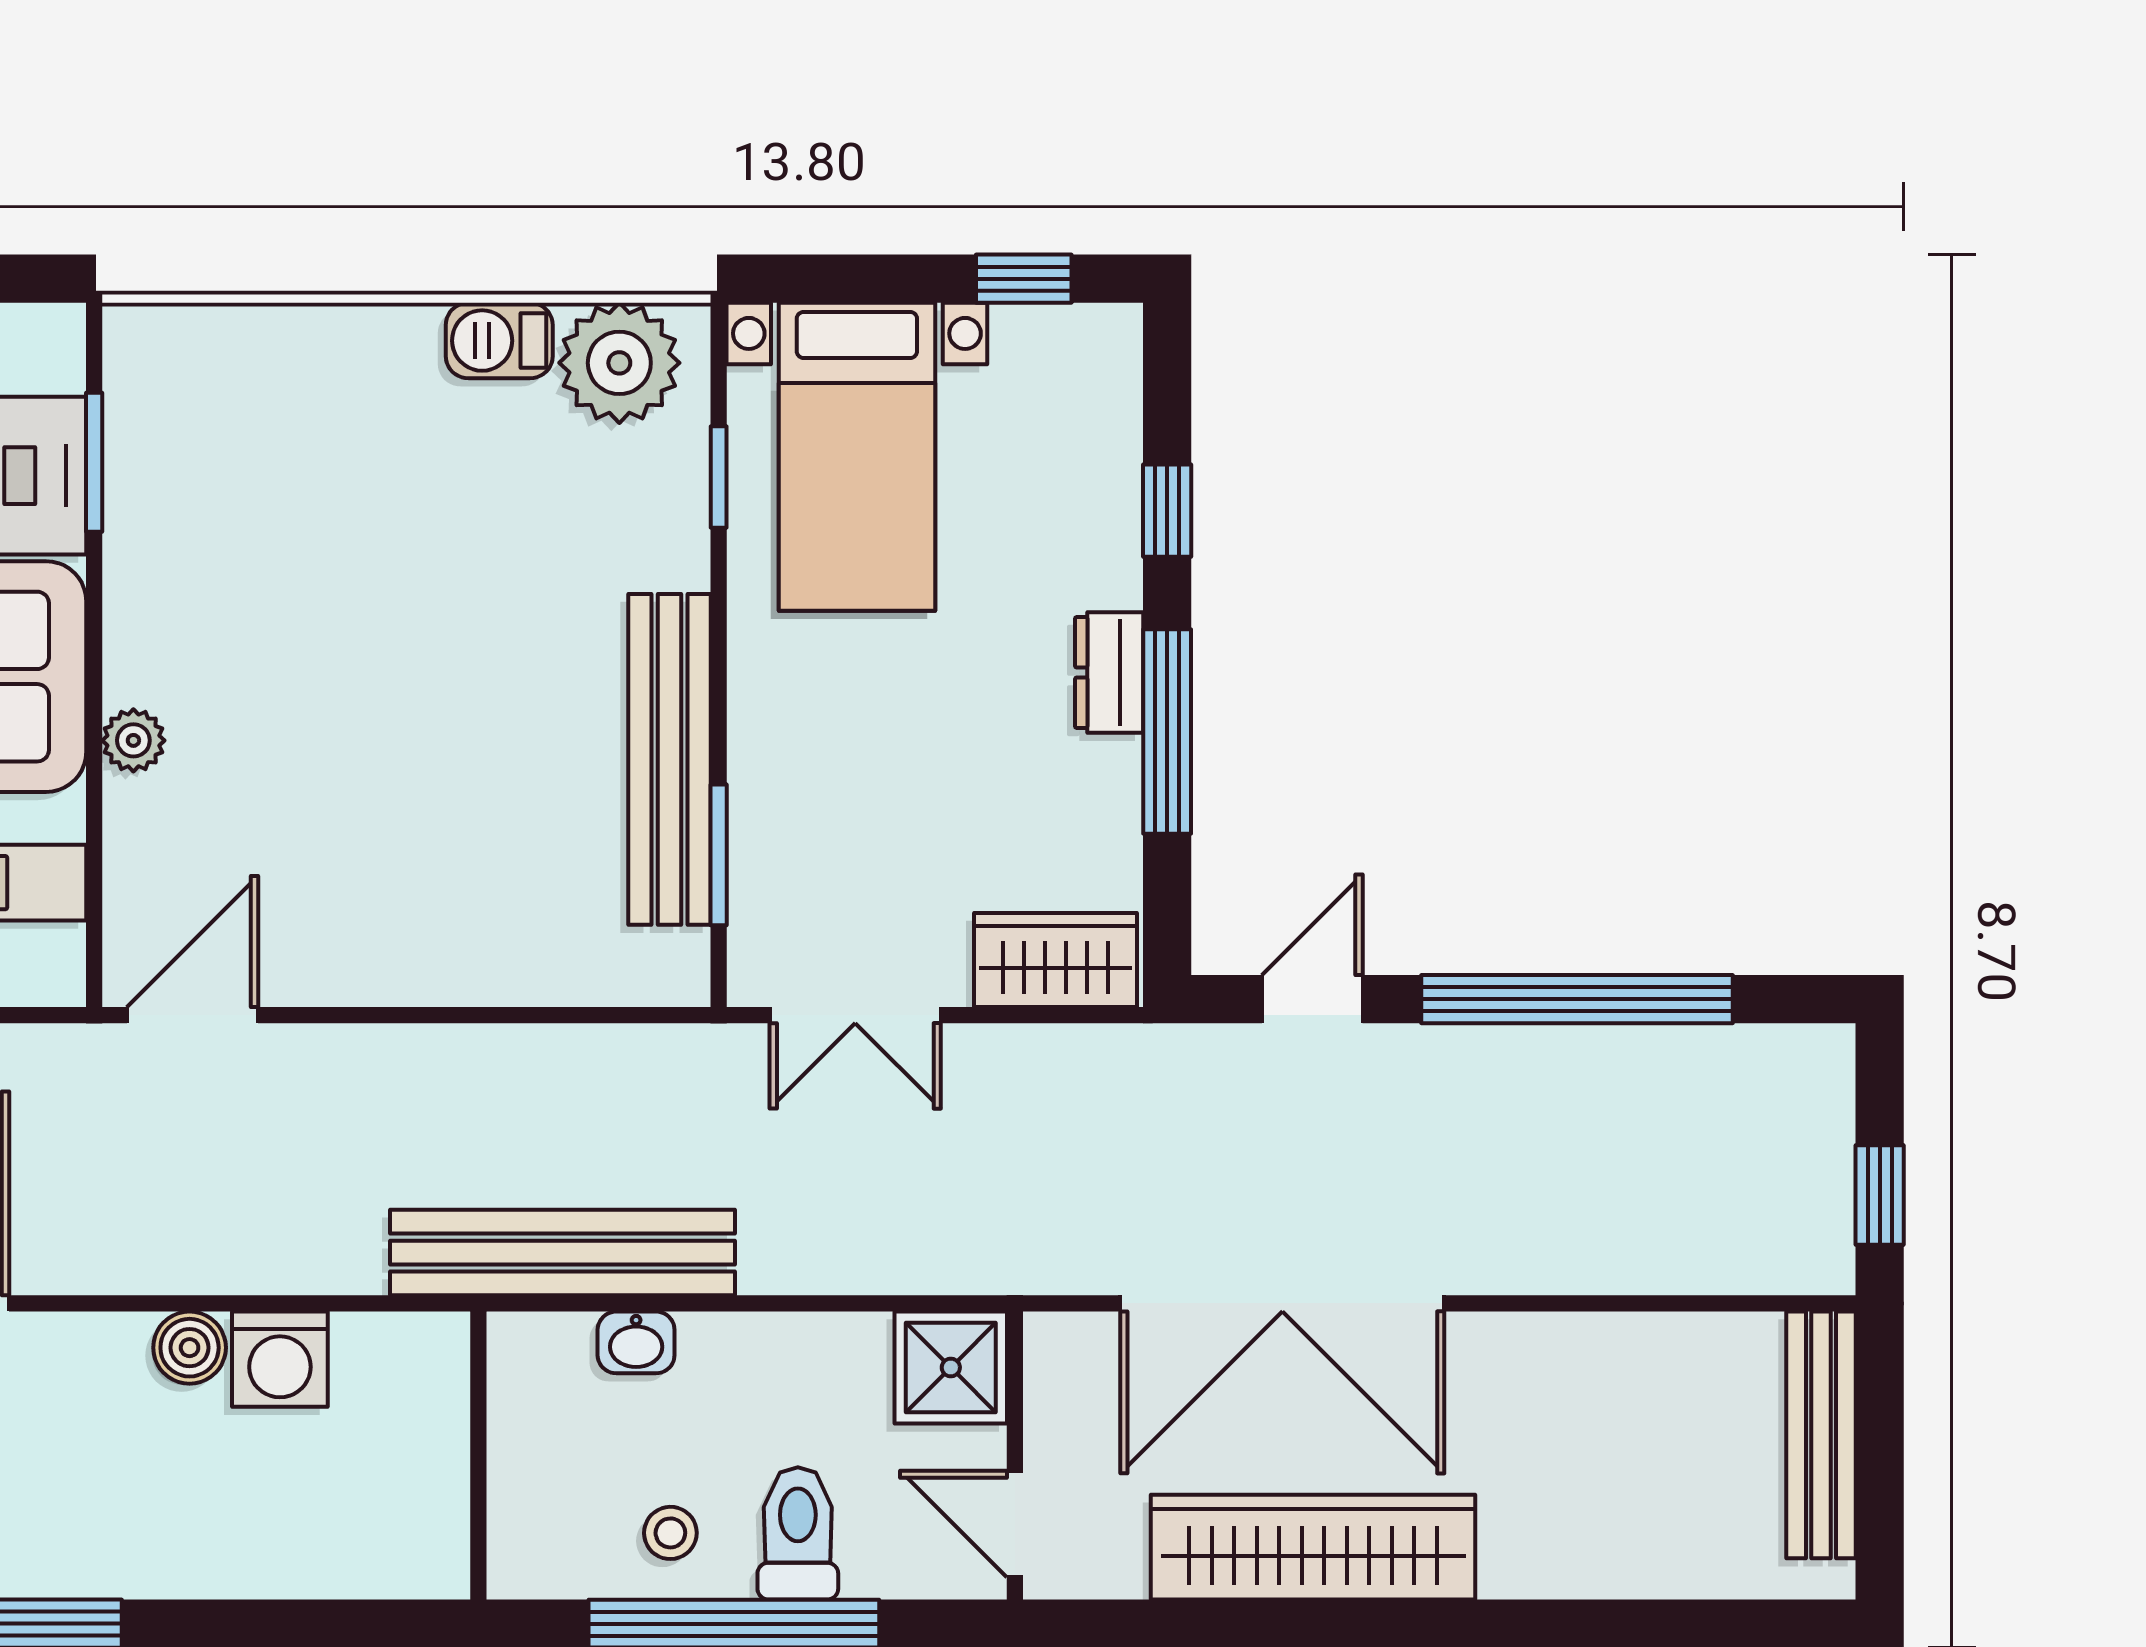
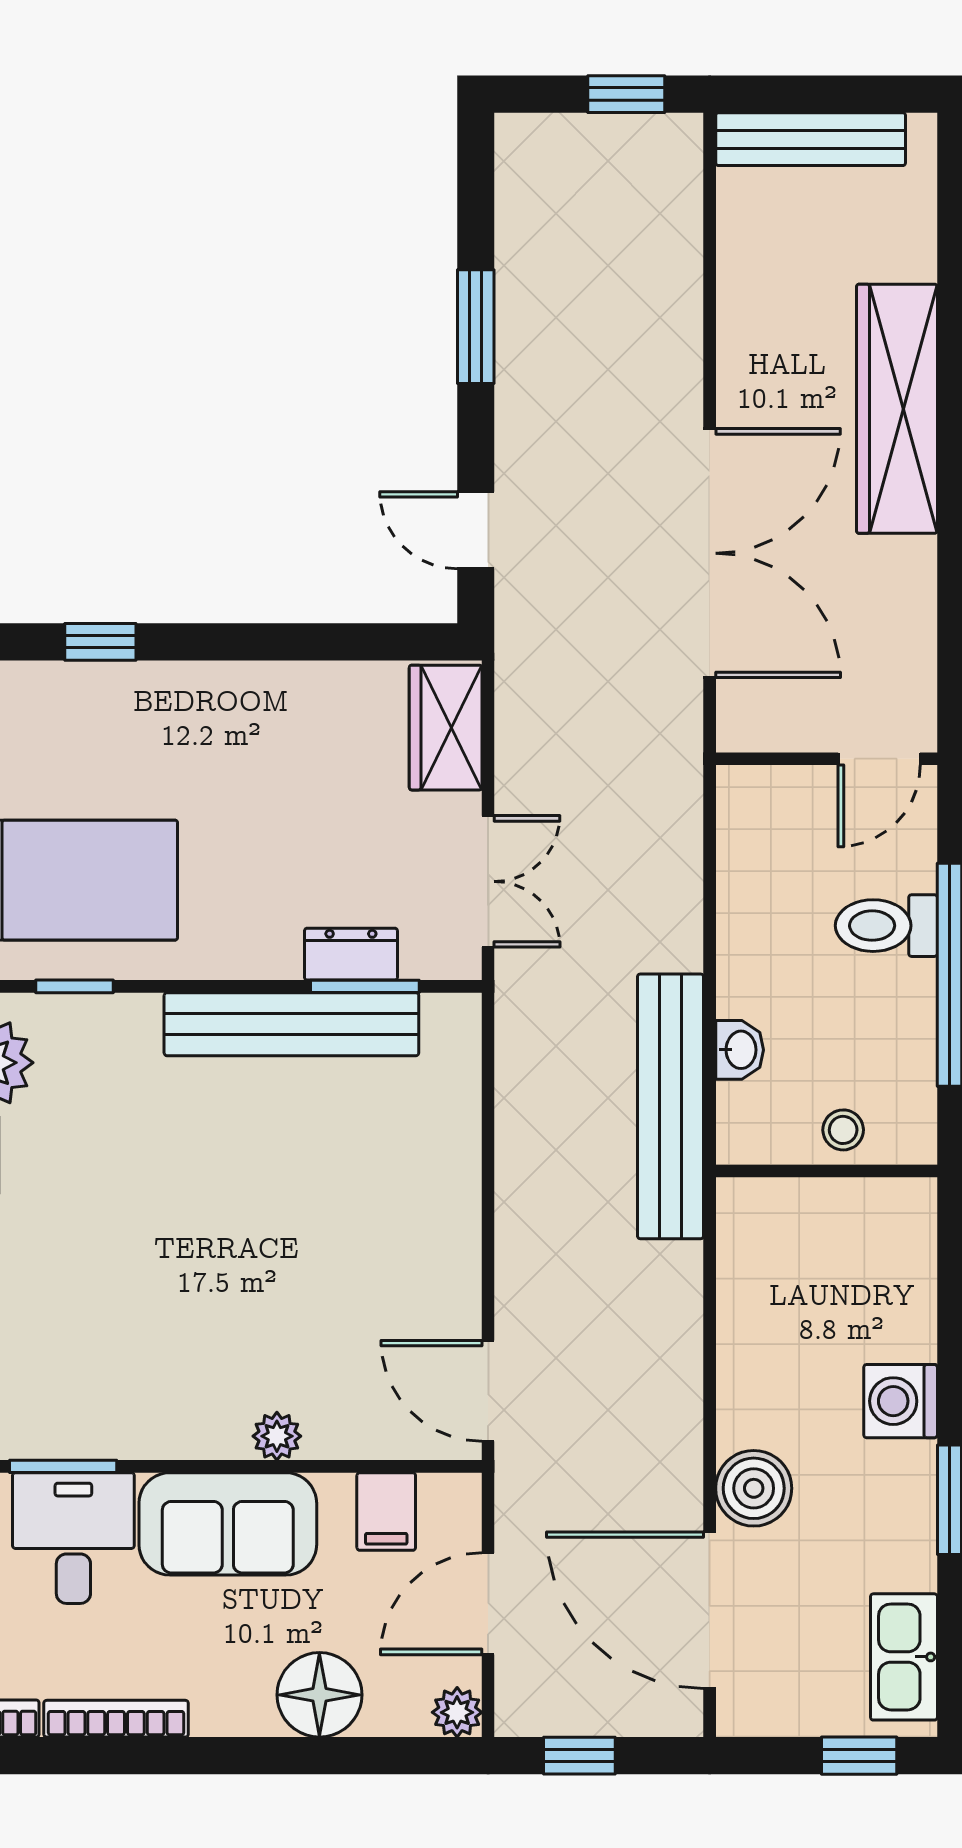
dresser: (1109, 672) -> (351, 954), moved, turned 180
window: (1167, 732) -> (270, 642), removed
window: (1577, 999) -> (476, 327), width x0.47
boiler: (190, 1348) -> (754, 1488), moved, width x1.36, depth x1.36
washing machine: (280, 1359) -> (901, 1401), moved, turned 180
shower: (951, 1367) -> (759, 808), removed
stool: (670, 1533) -> (843, 1130), moved
wardrobe: (1313, 1547) -> (897, 409), moved

